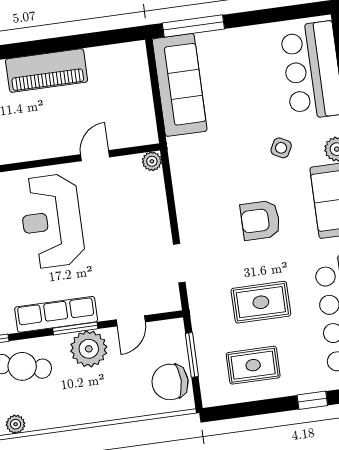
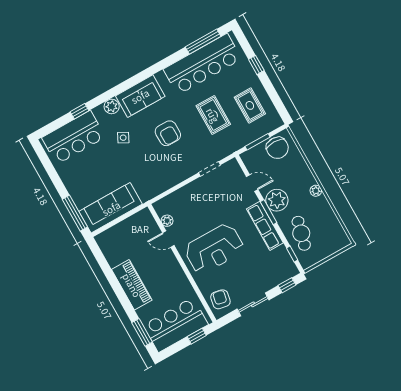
plant: (152, 161) -> (167, 221), moved
plant: (16, 424) -> (316, 191), moved

